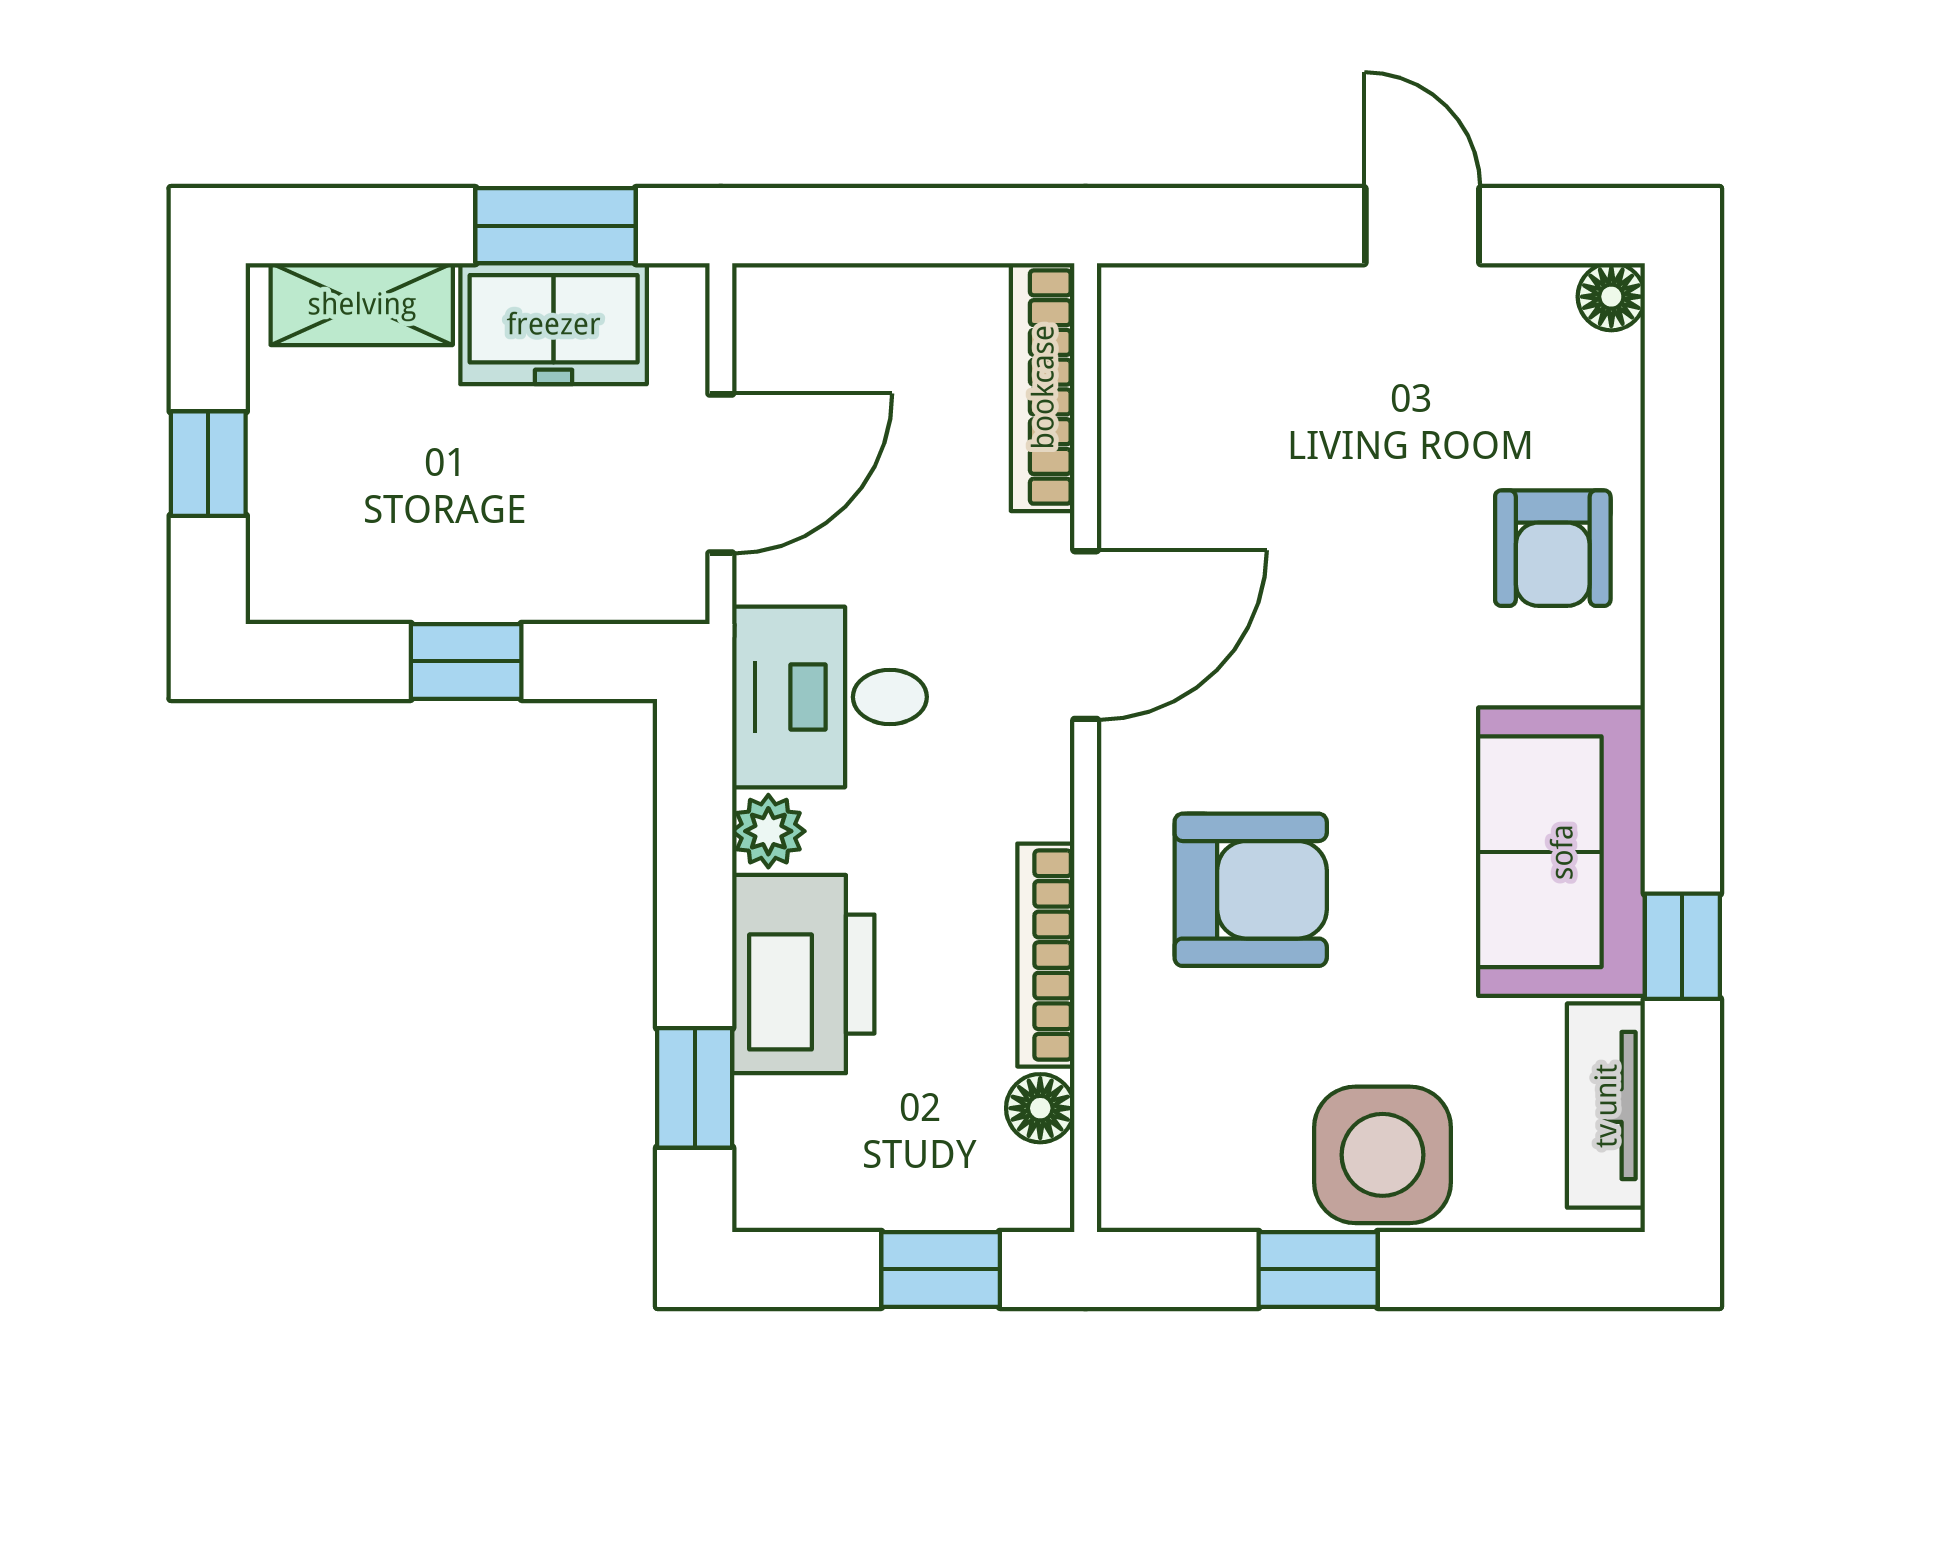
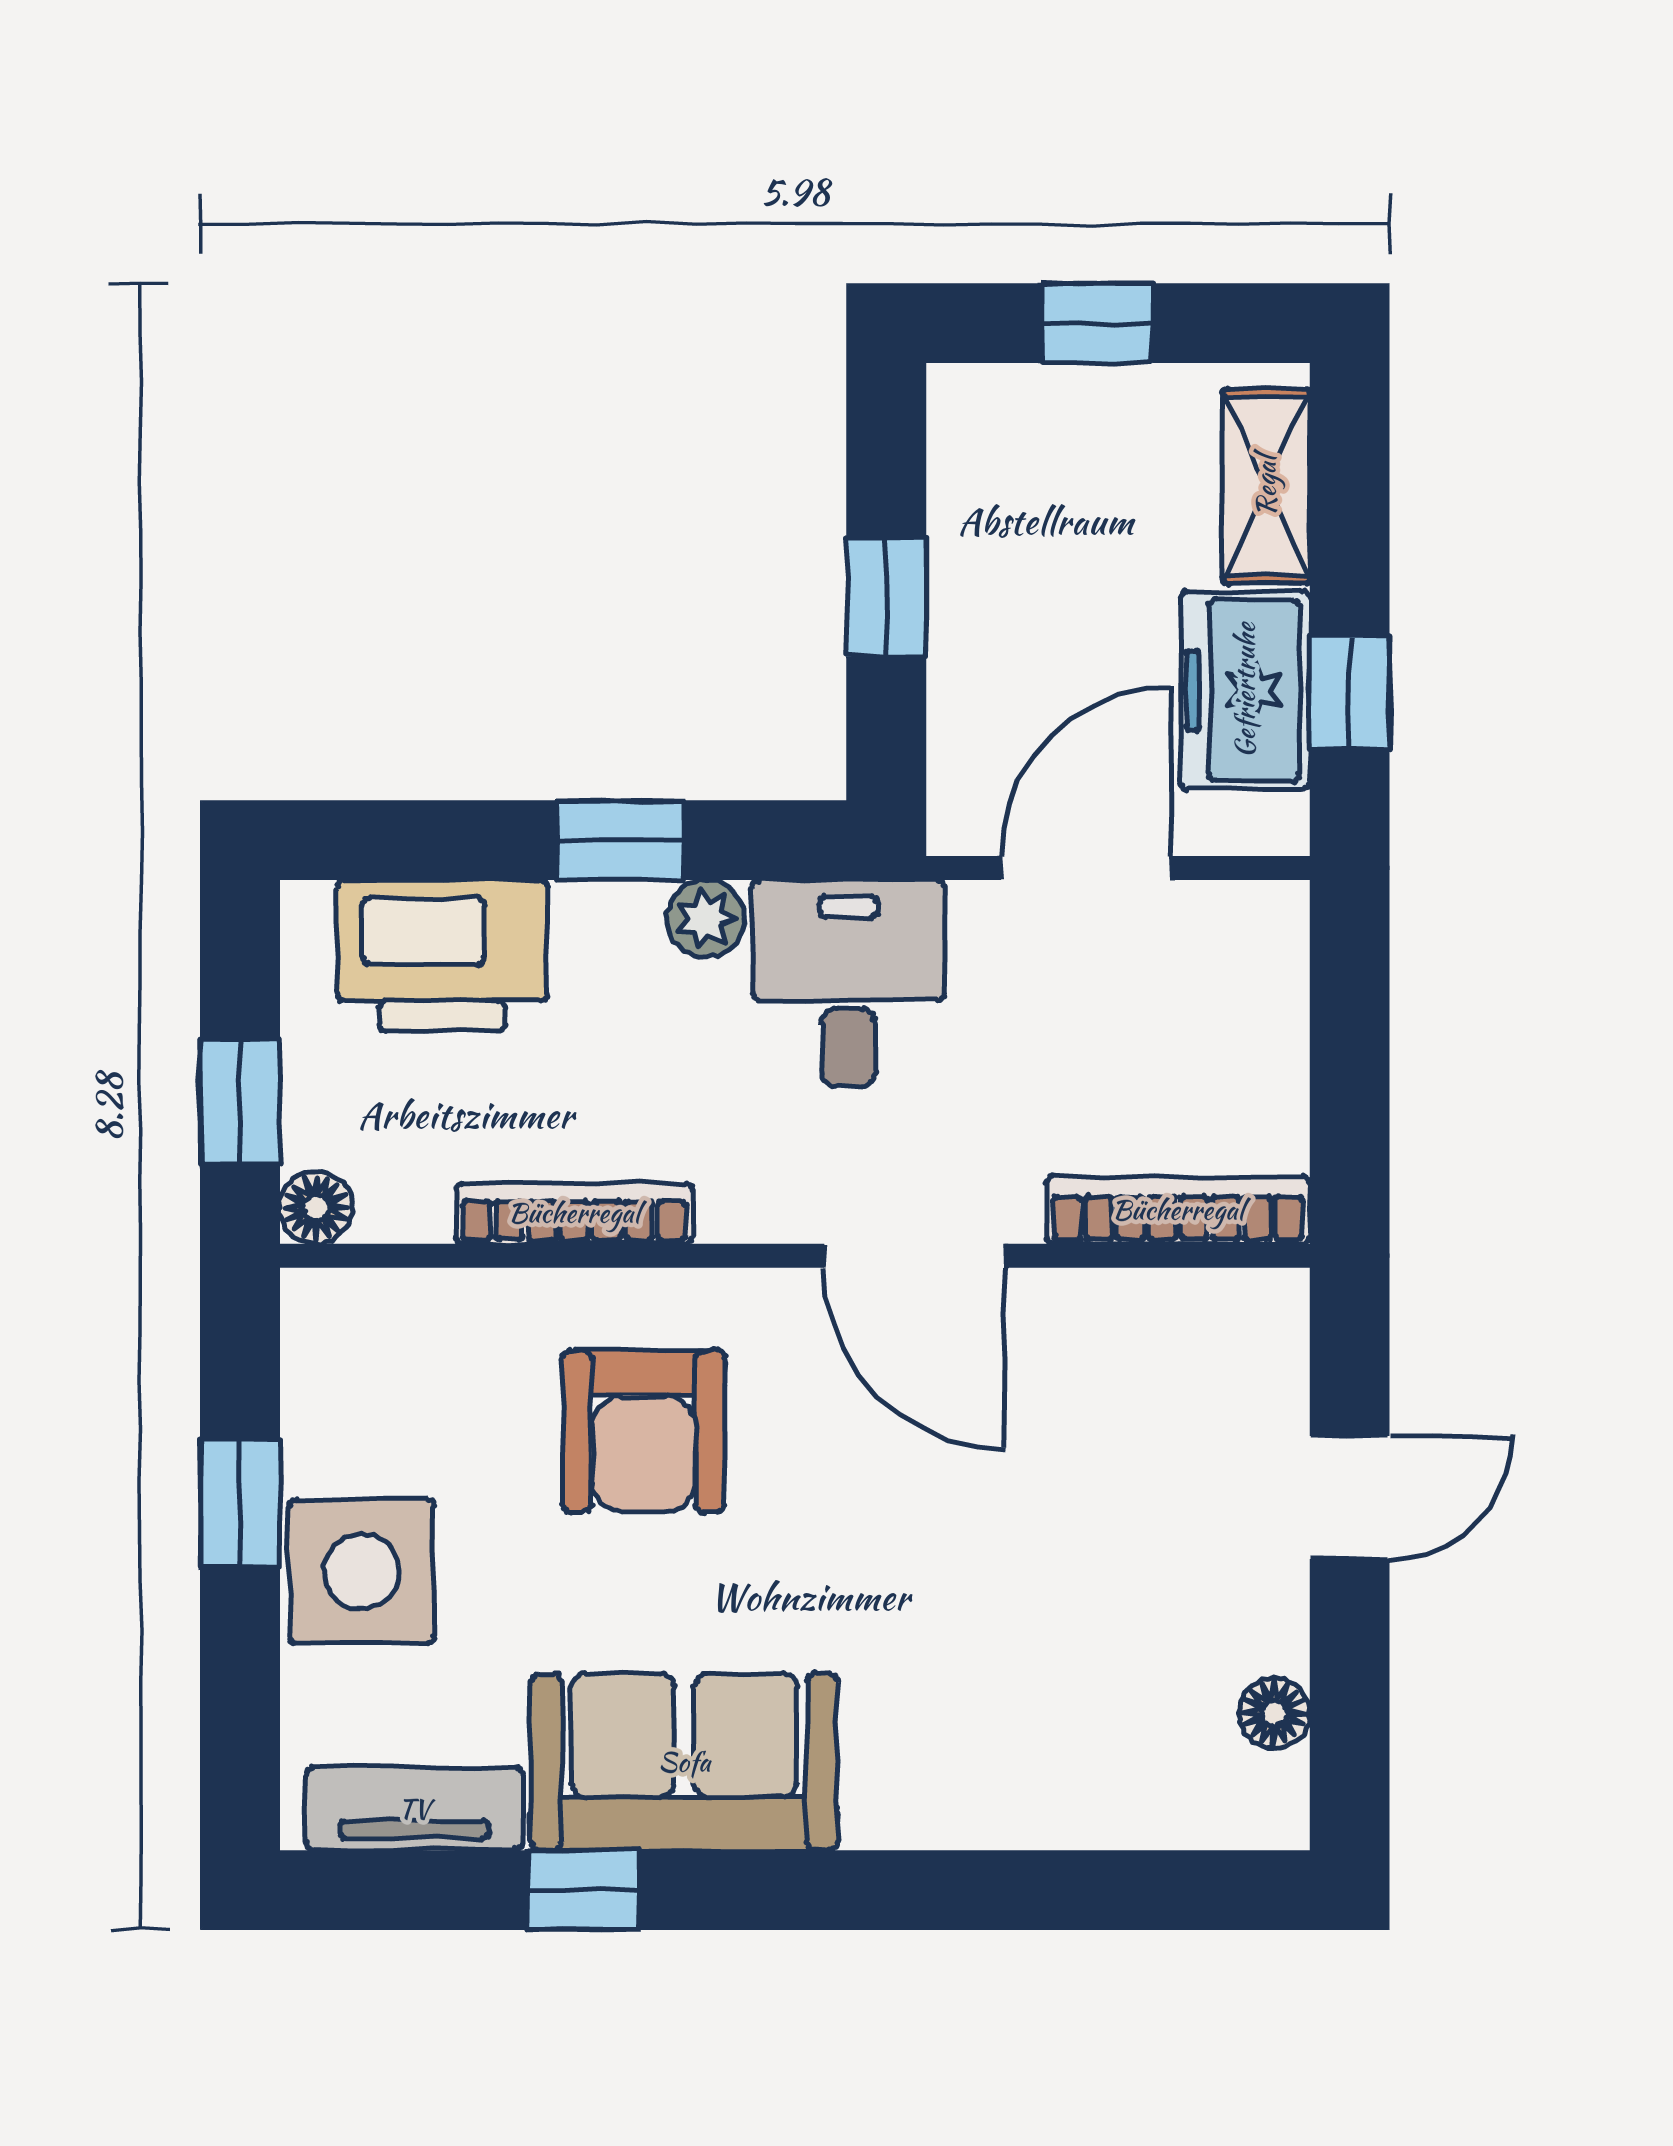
window: (556, 226) -> (1350, 692), width x0.67
door: (1422, 226) -> (1350, 1497), moved
floor lamp: (1611, 297) -> (1274, 1713), moved
door: (721, 474) -> (1086, 868), swing flipped
armchair: (1553, 548) -> (1007, 1752), removed
printer: (803, 974) -> (442, 956), moved
window: (695, 1088) -> (621, 840), moved
floor lamp: (1040, 1108) -> (316, 1207), moved

